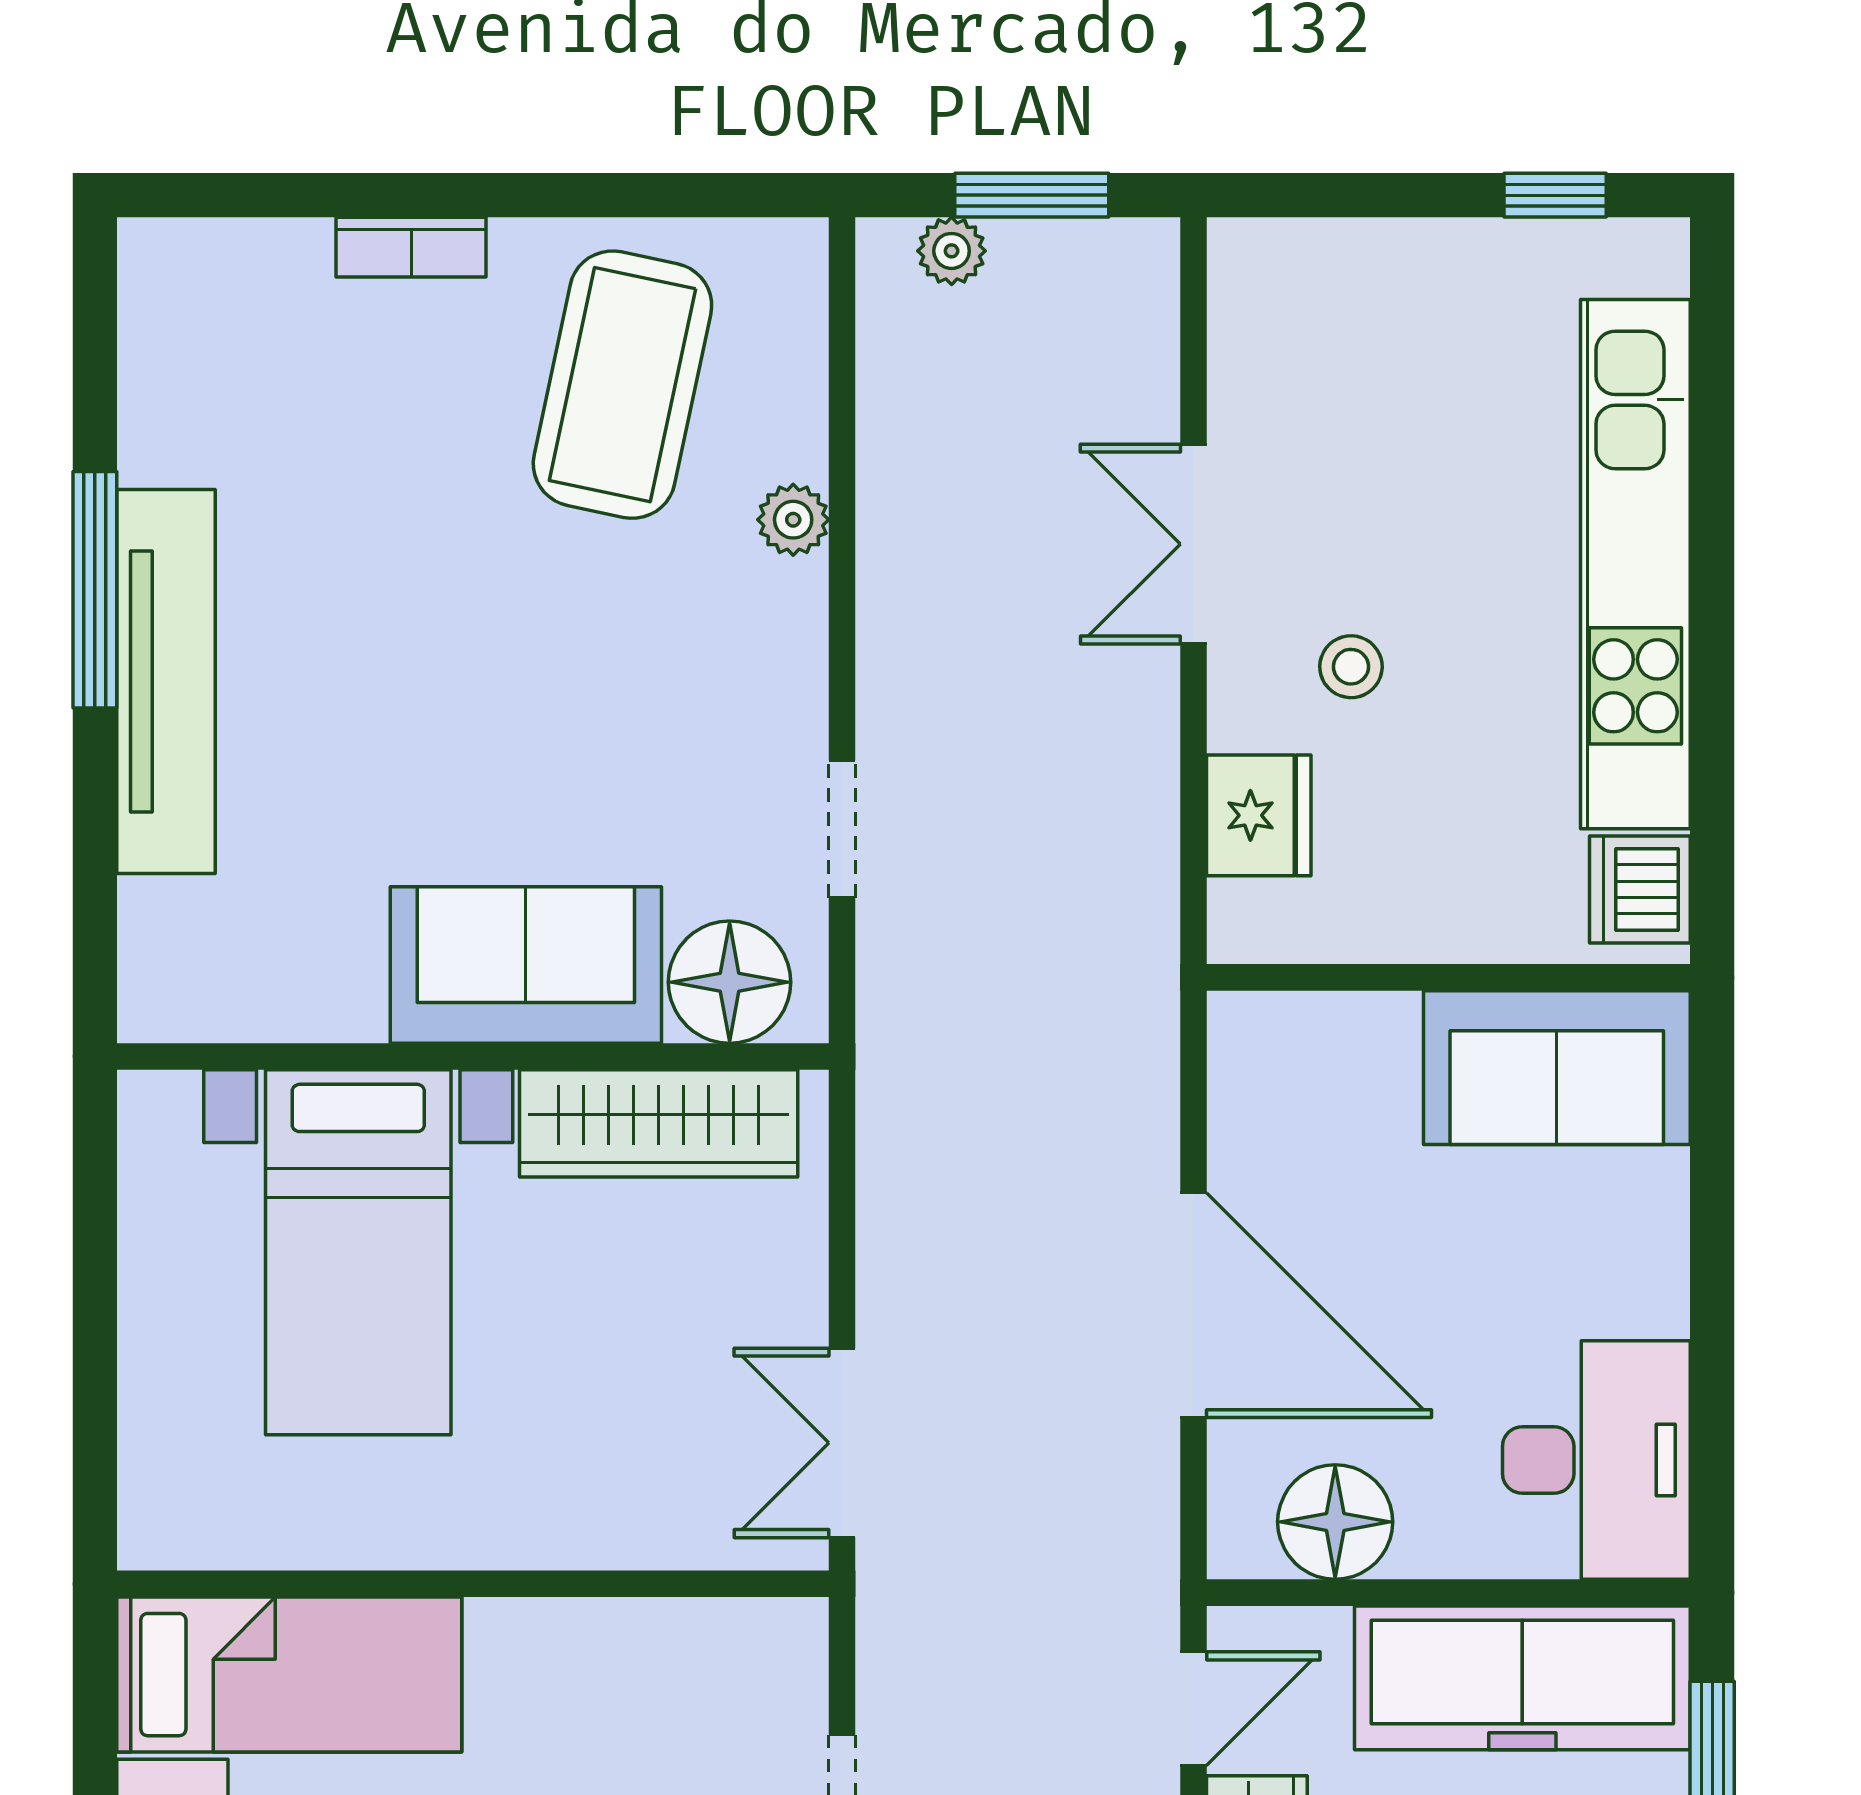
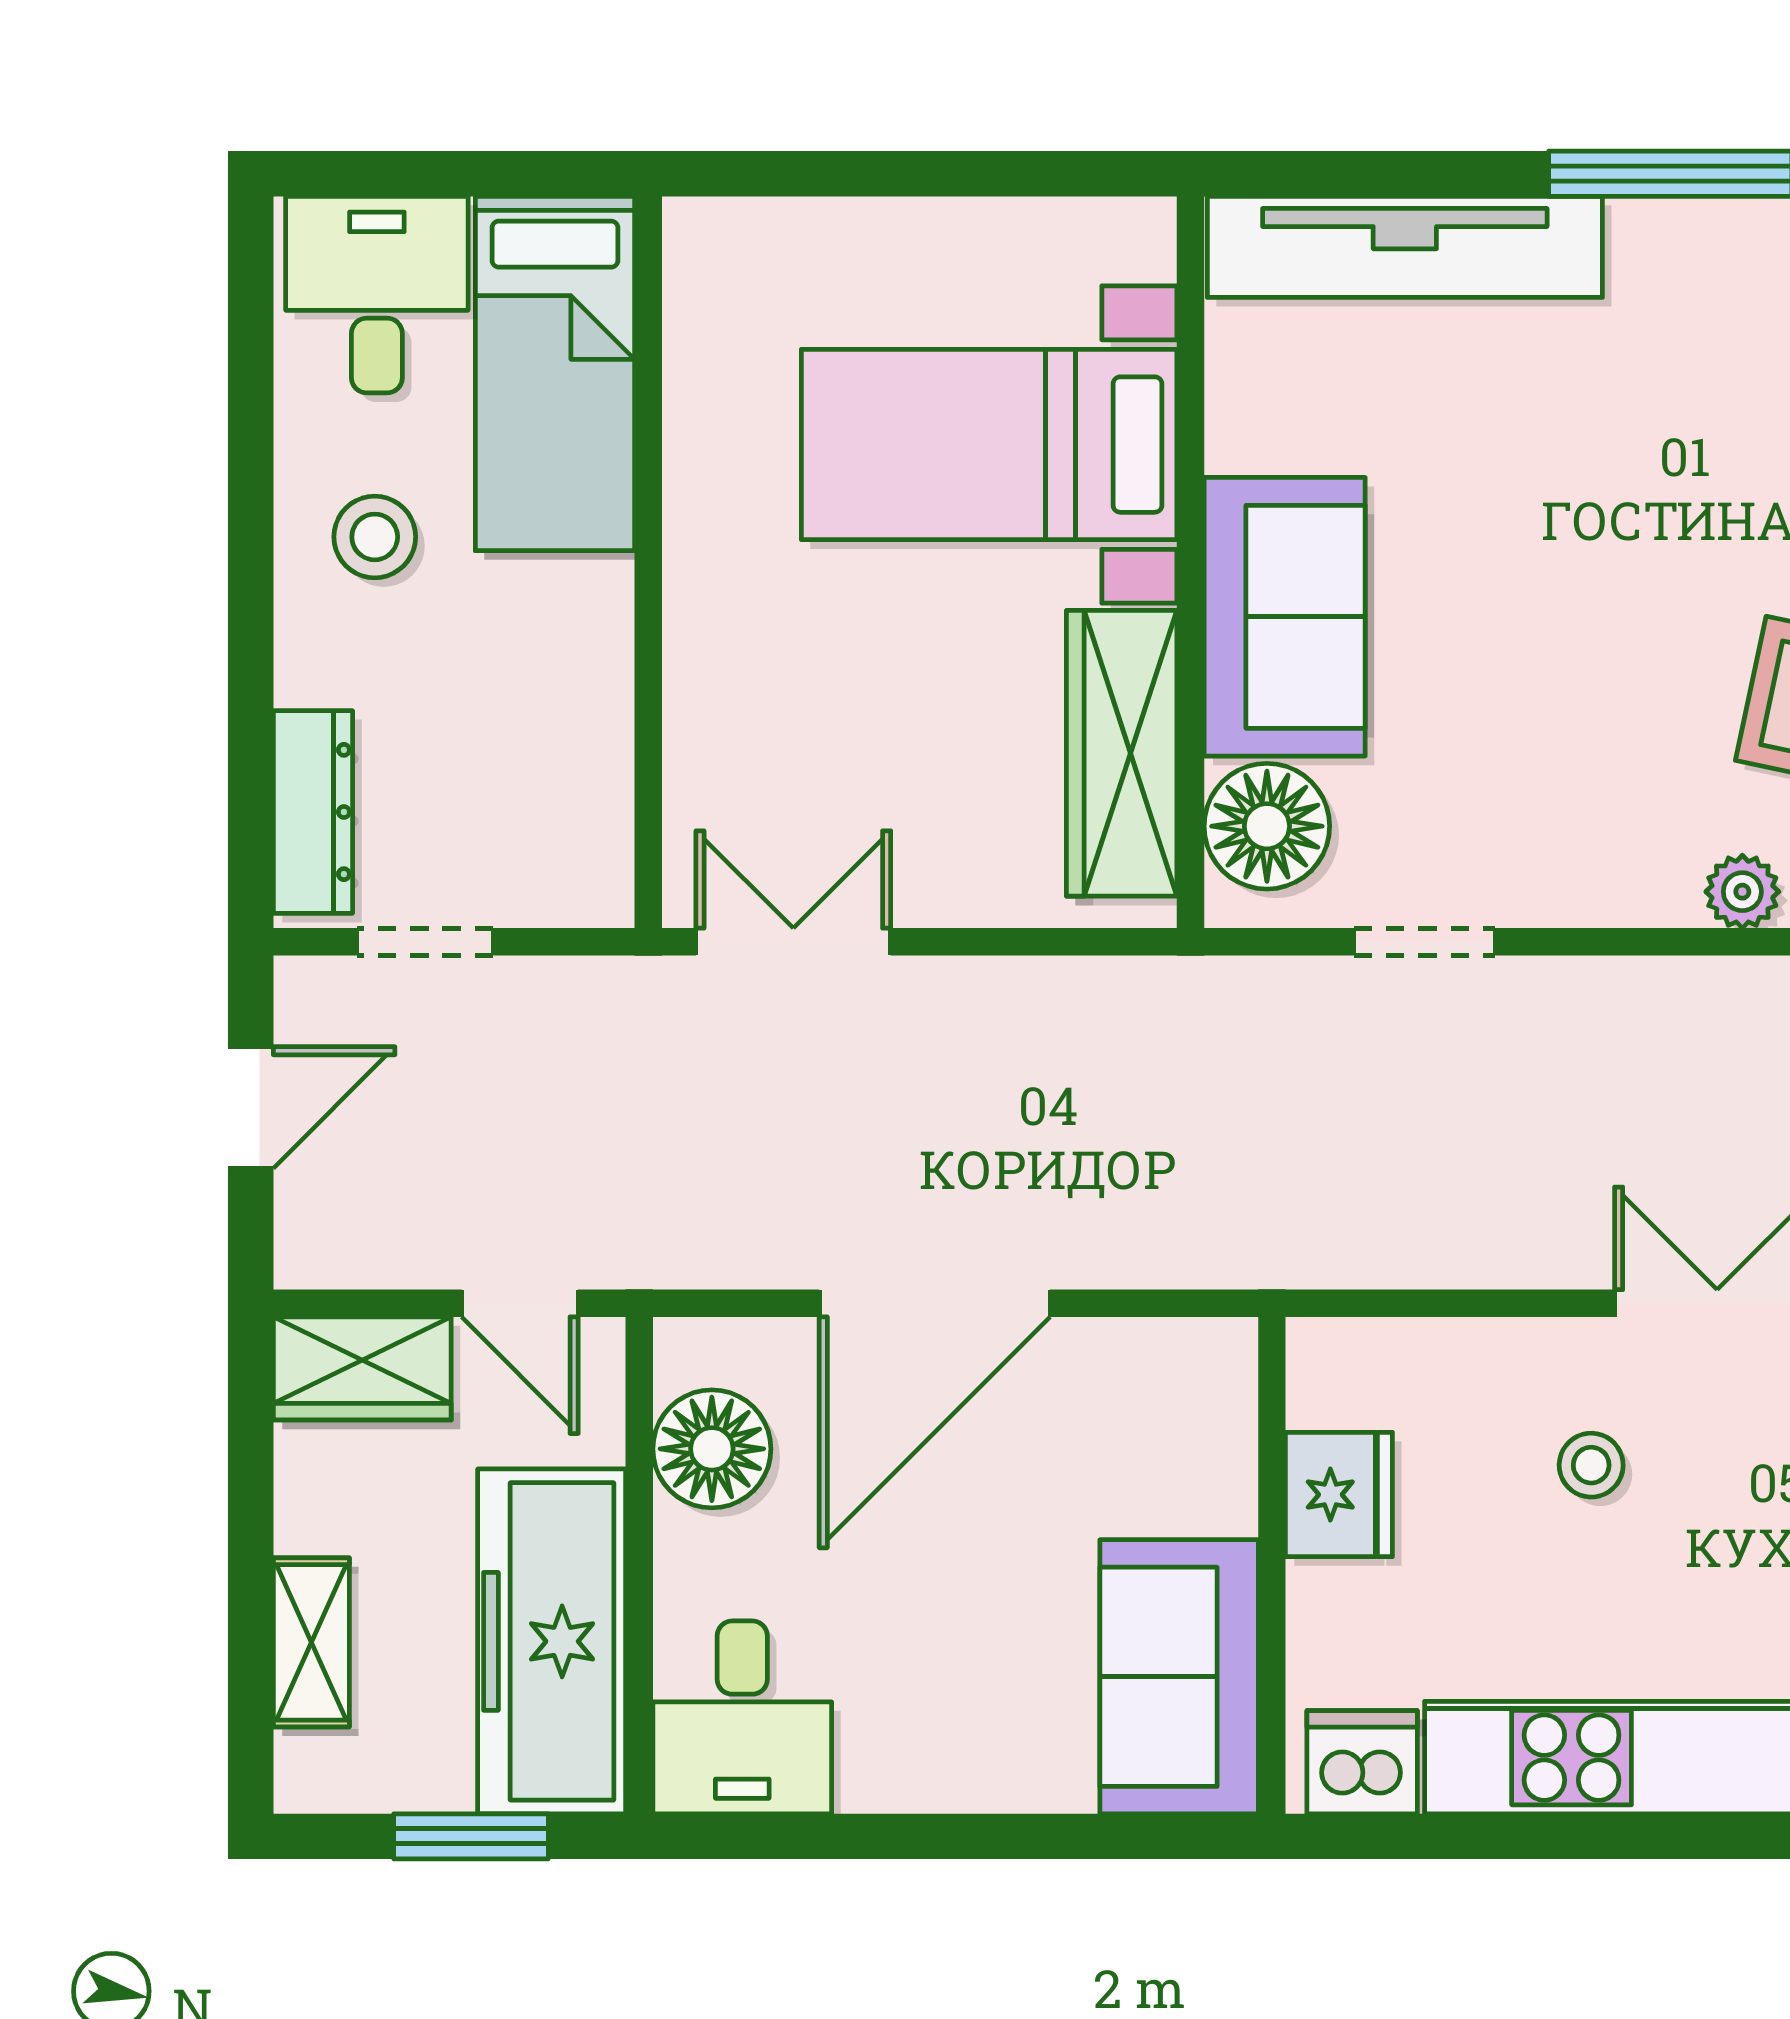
tv unit: (166, 682) -> (1405, 247), moved
fridge: (1259, 815) -> (1339, 1495), moved, turned -90
desk: (1596, 1460) -> (742, 1717), width x0.73

